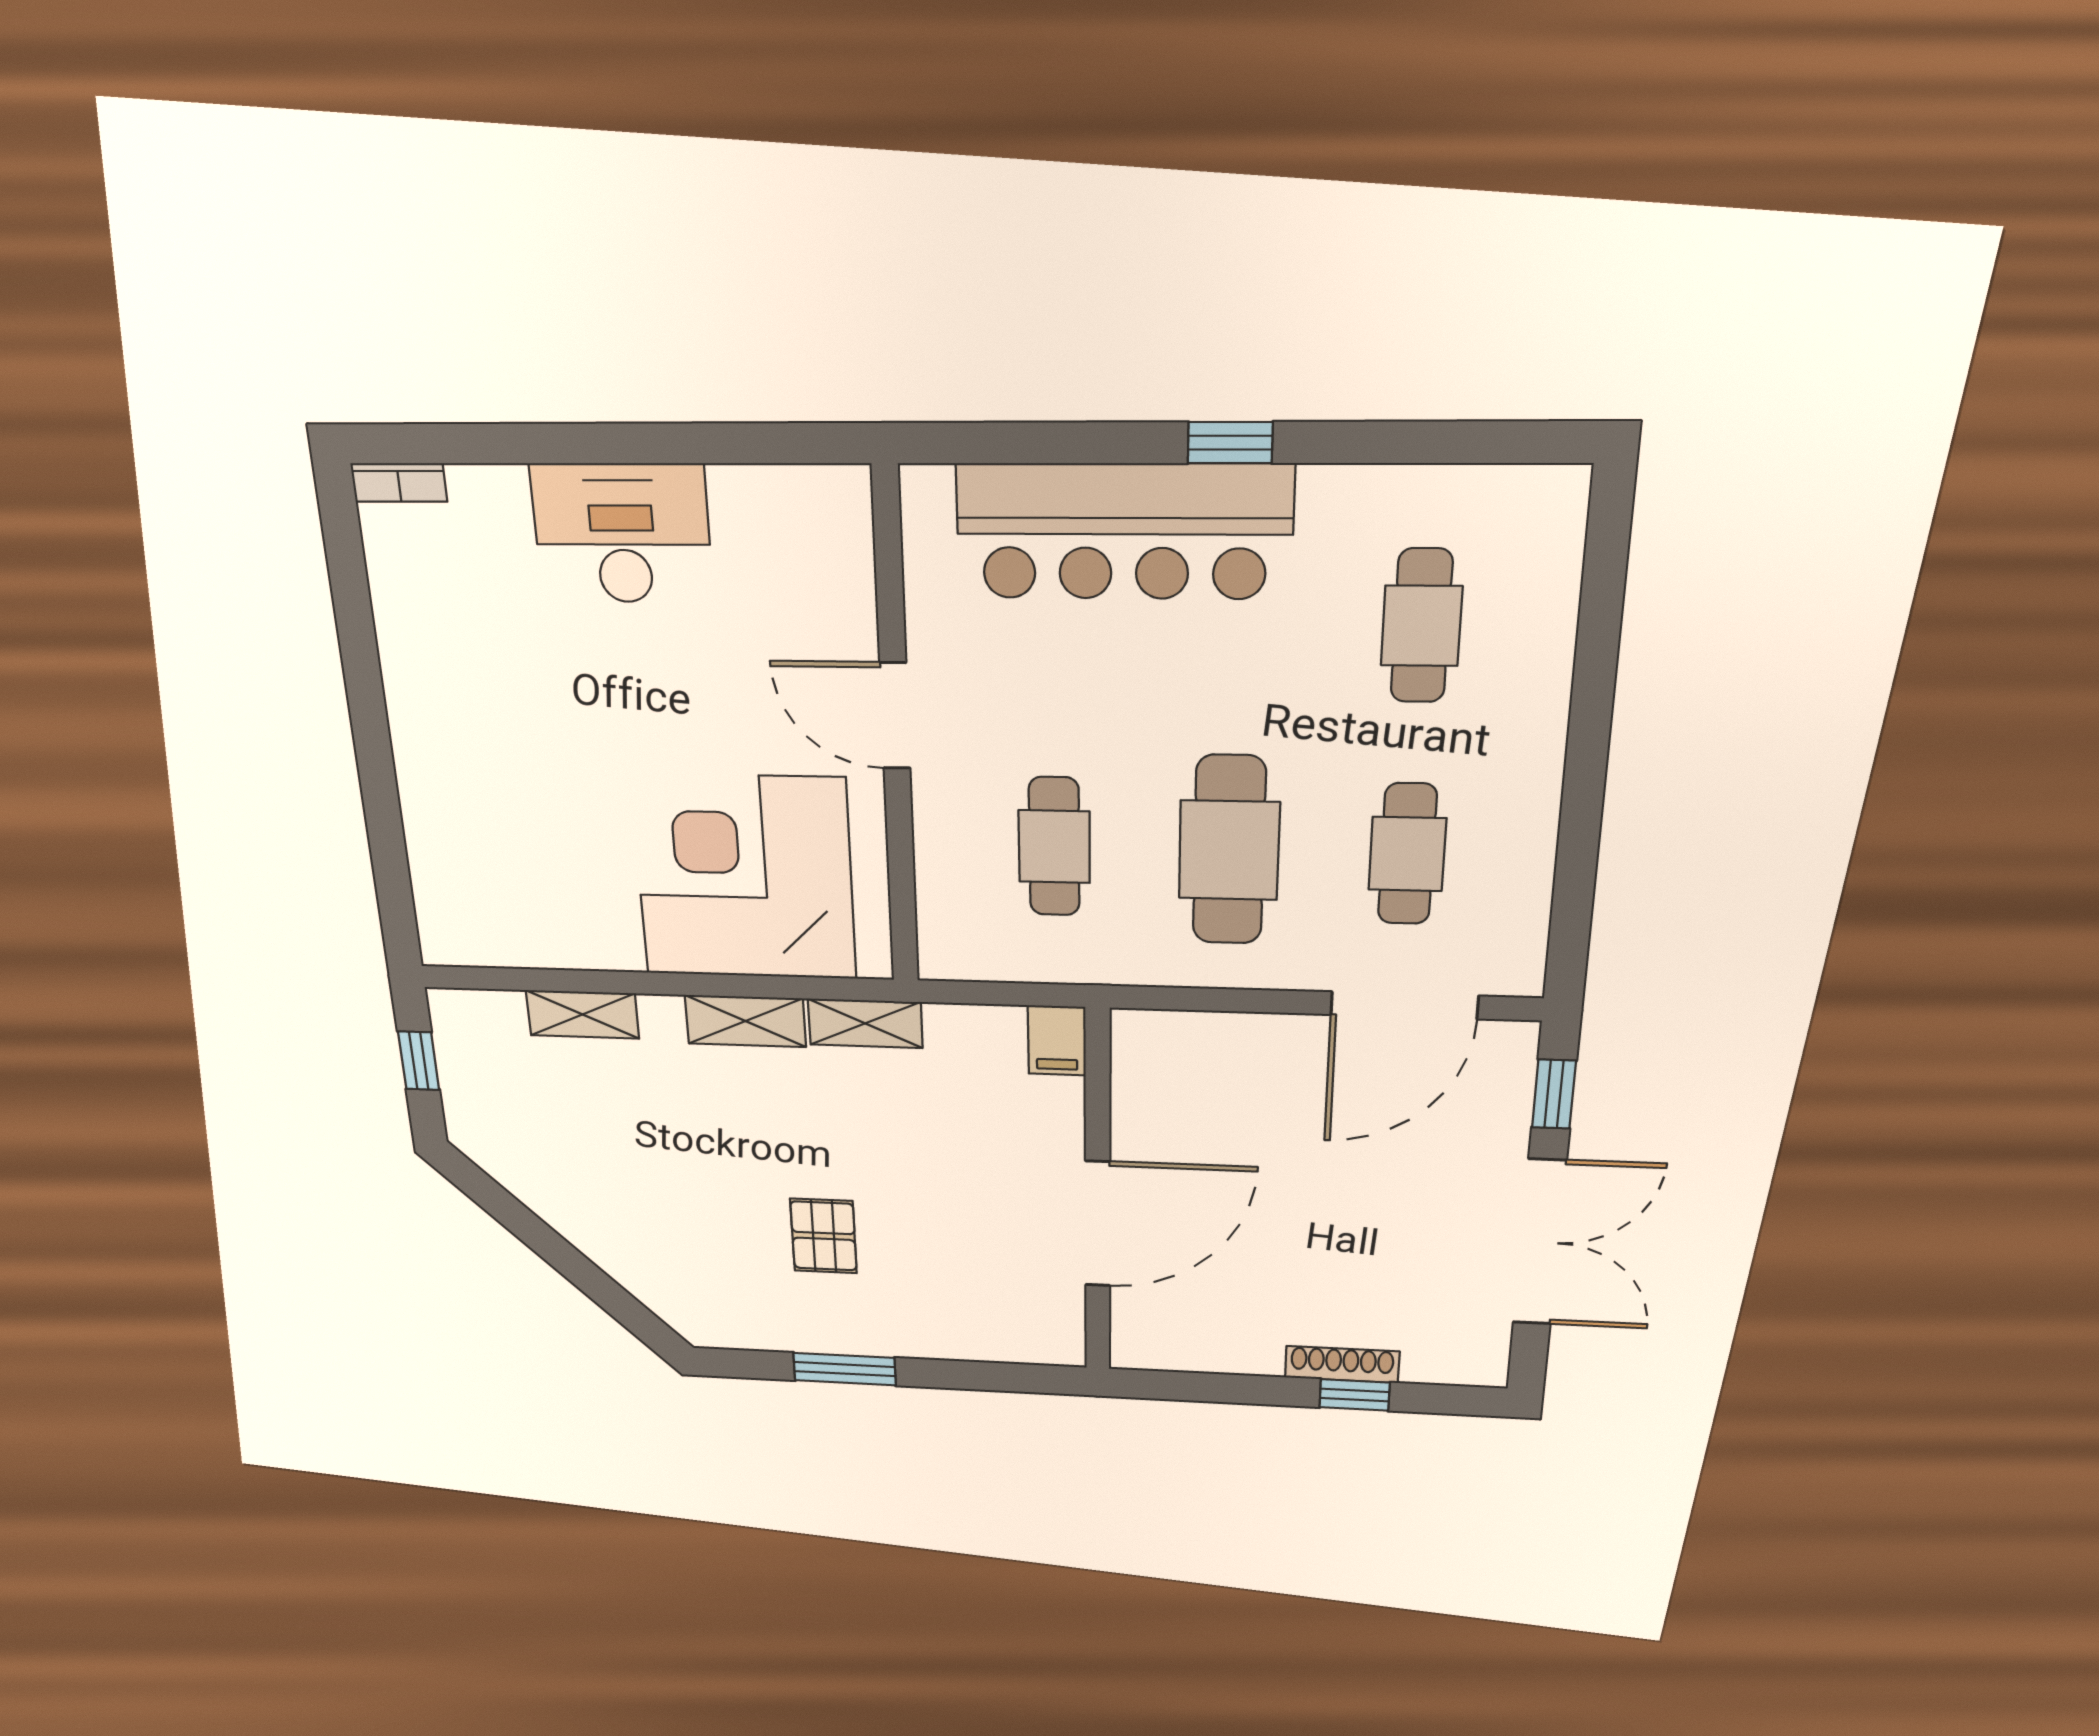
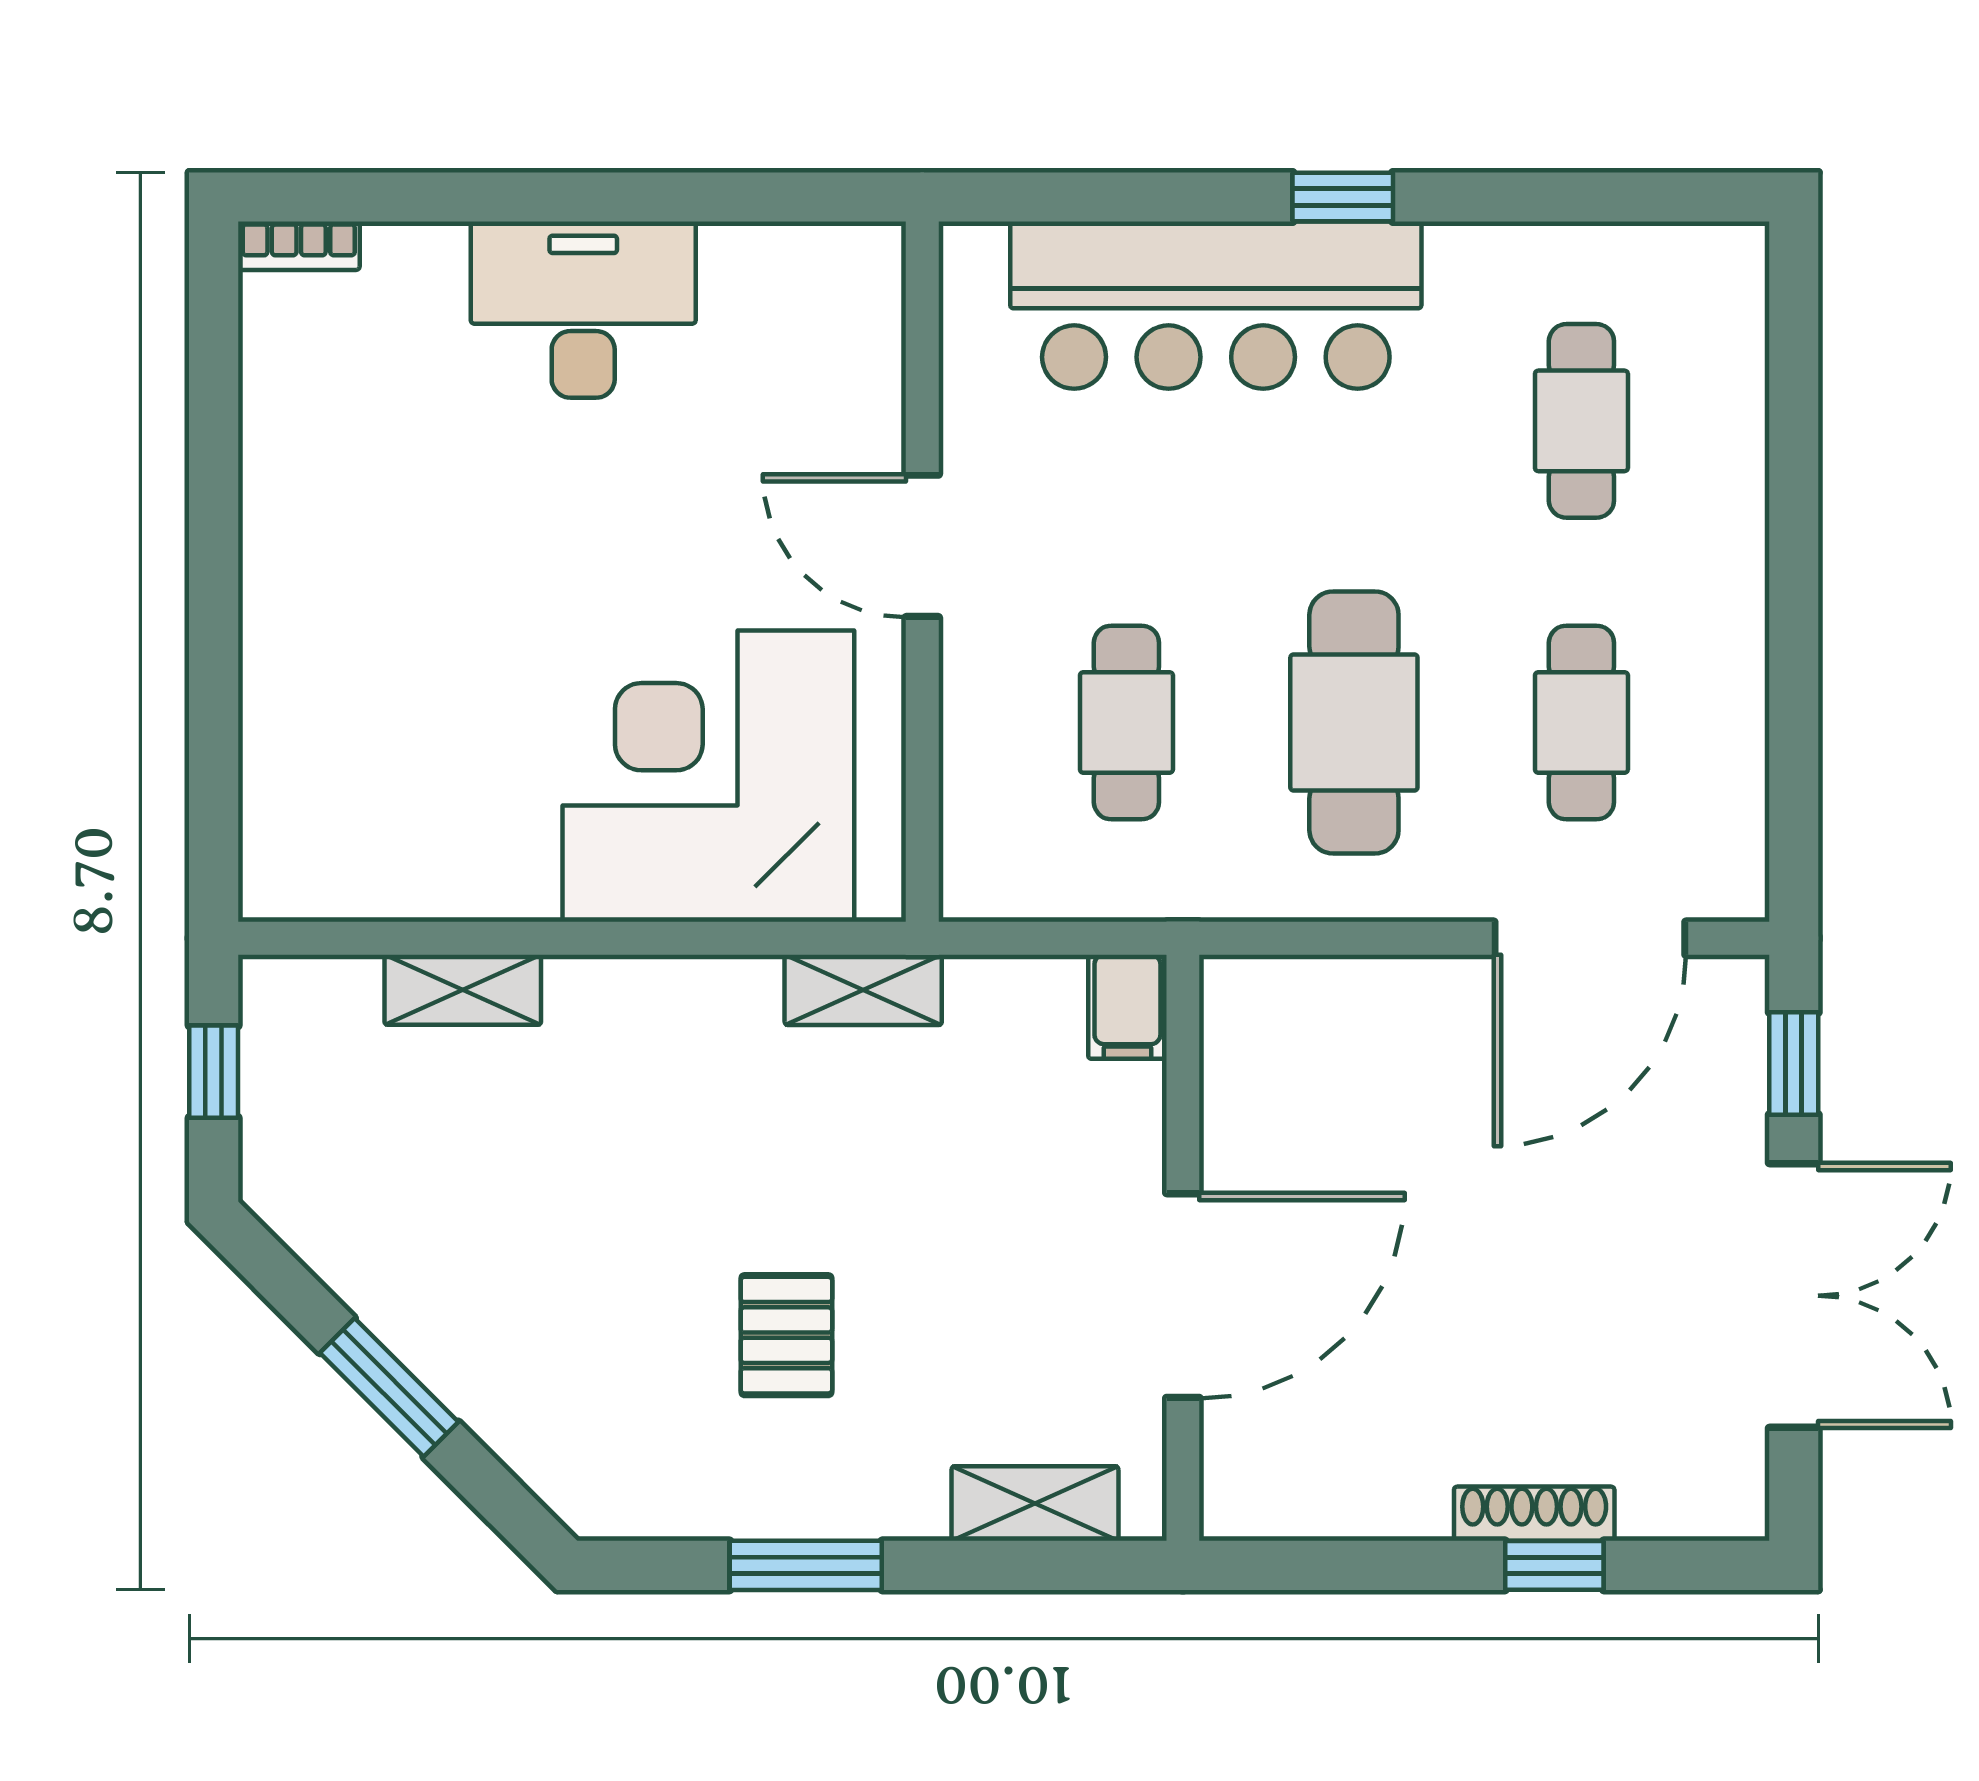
shelving: (745, 1021) -> (1035, 1504), moved
window: (561, 1255) -> (389, 1387), added

